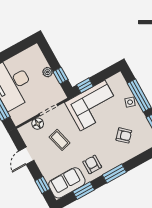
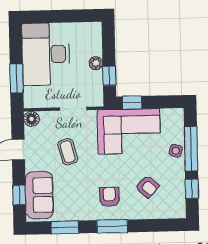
floor lamp: (38, 124) -> (32, 119), moved
armchair: (92, 165) -> (109, 197), moved
sofa: (67, 183) -> (39, 195), moved, turned 90

